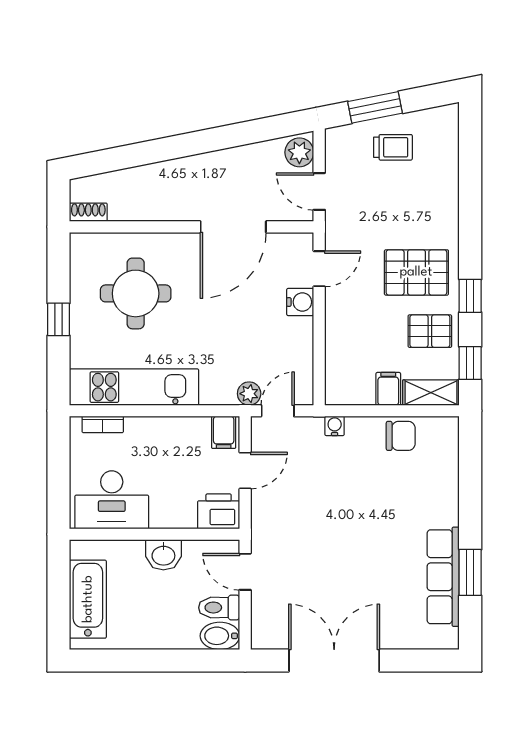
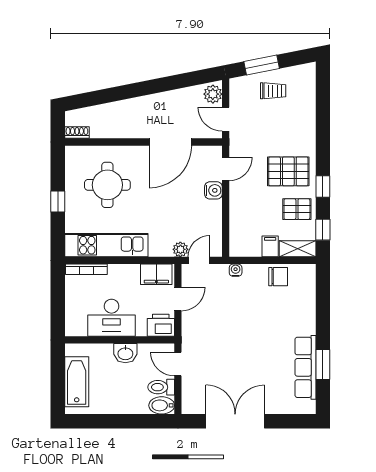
bookcase: (103, 424) -> (86, 269), width x1.56
filing cabinet: (224, 432) -> (156, 274), width x2.00
desk: (112, 500) -> (111, 318), moved

